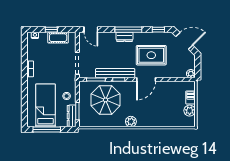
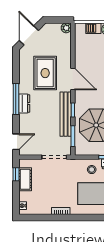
window: (51, 30) -> (16, 174), moved
window: (158, 30) -> (16, 65), removed

